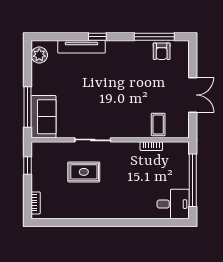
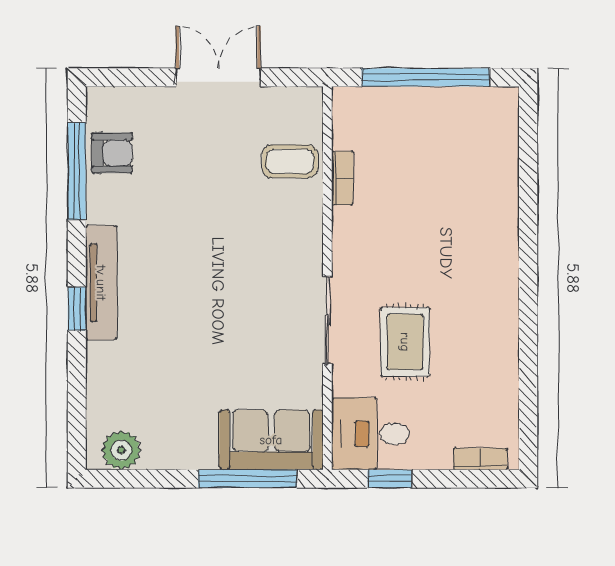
tv unit: (82, 47) -> (101, 283), moved
desk: (173, 204) -> (371, 434), moved, turned -90

